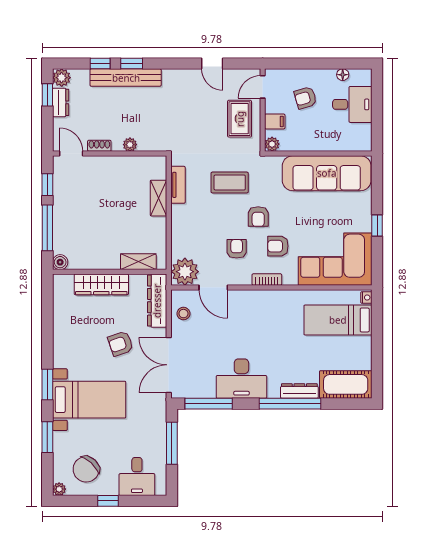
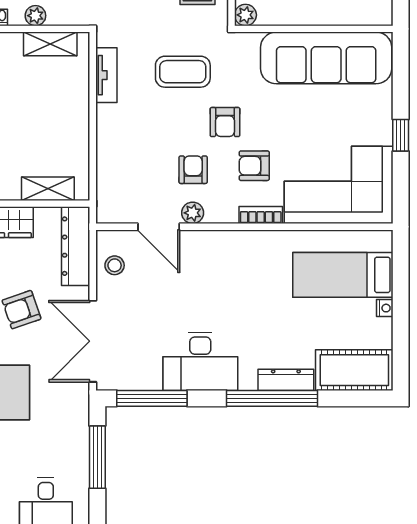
shelving: (159, 198) -> (50, 44), moved, turned 90
plant: (185, 272) -> (193, 213), moved, width x0.53, depth x0.53
bookcase: (267, 279) -> (261, 215), moved
nightstand: (366, 298) -> (385, 308), moved

